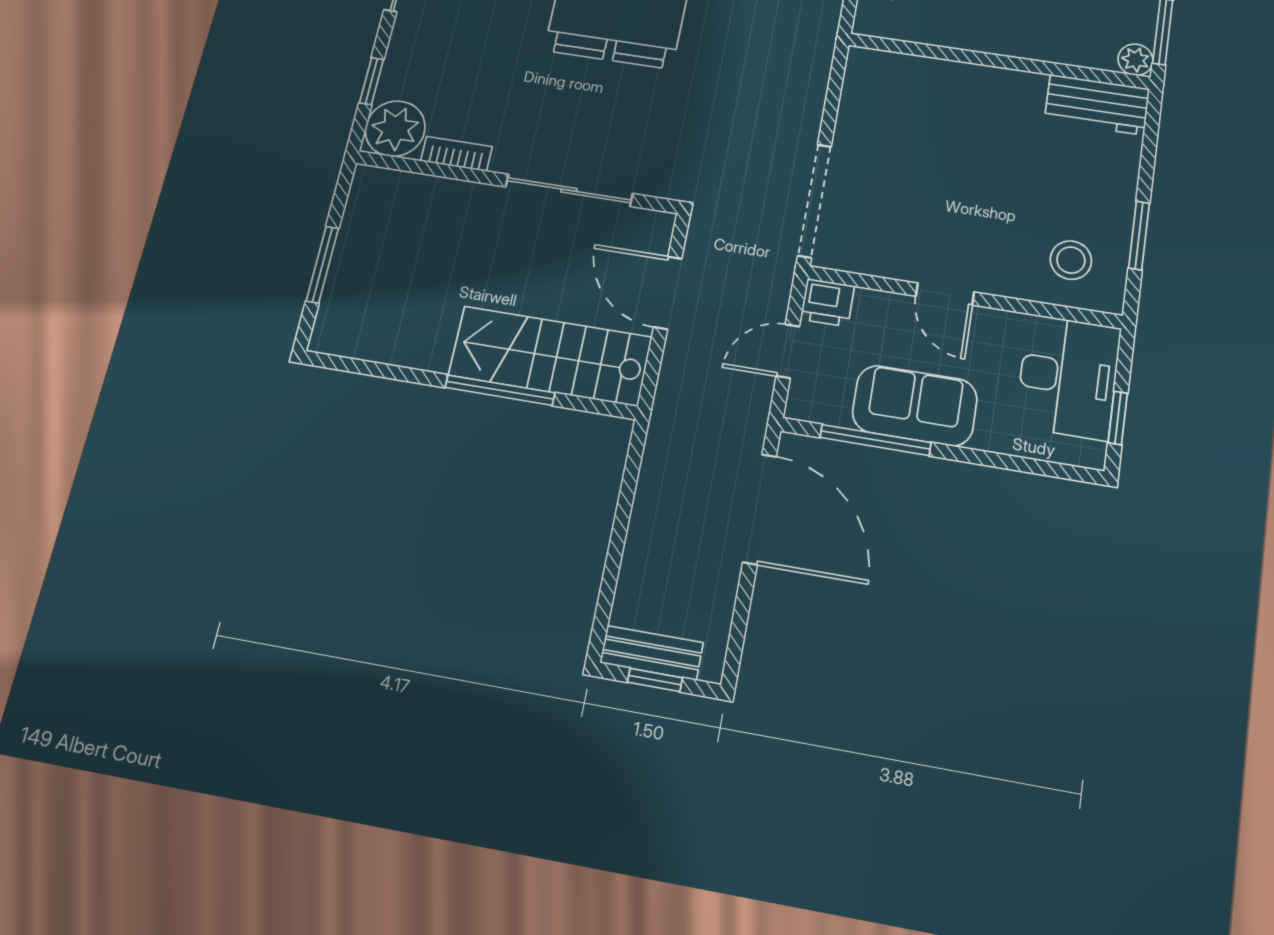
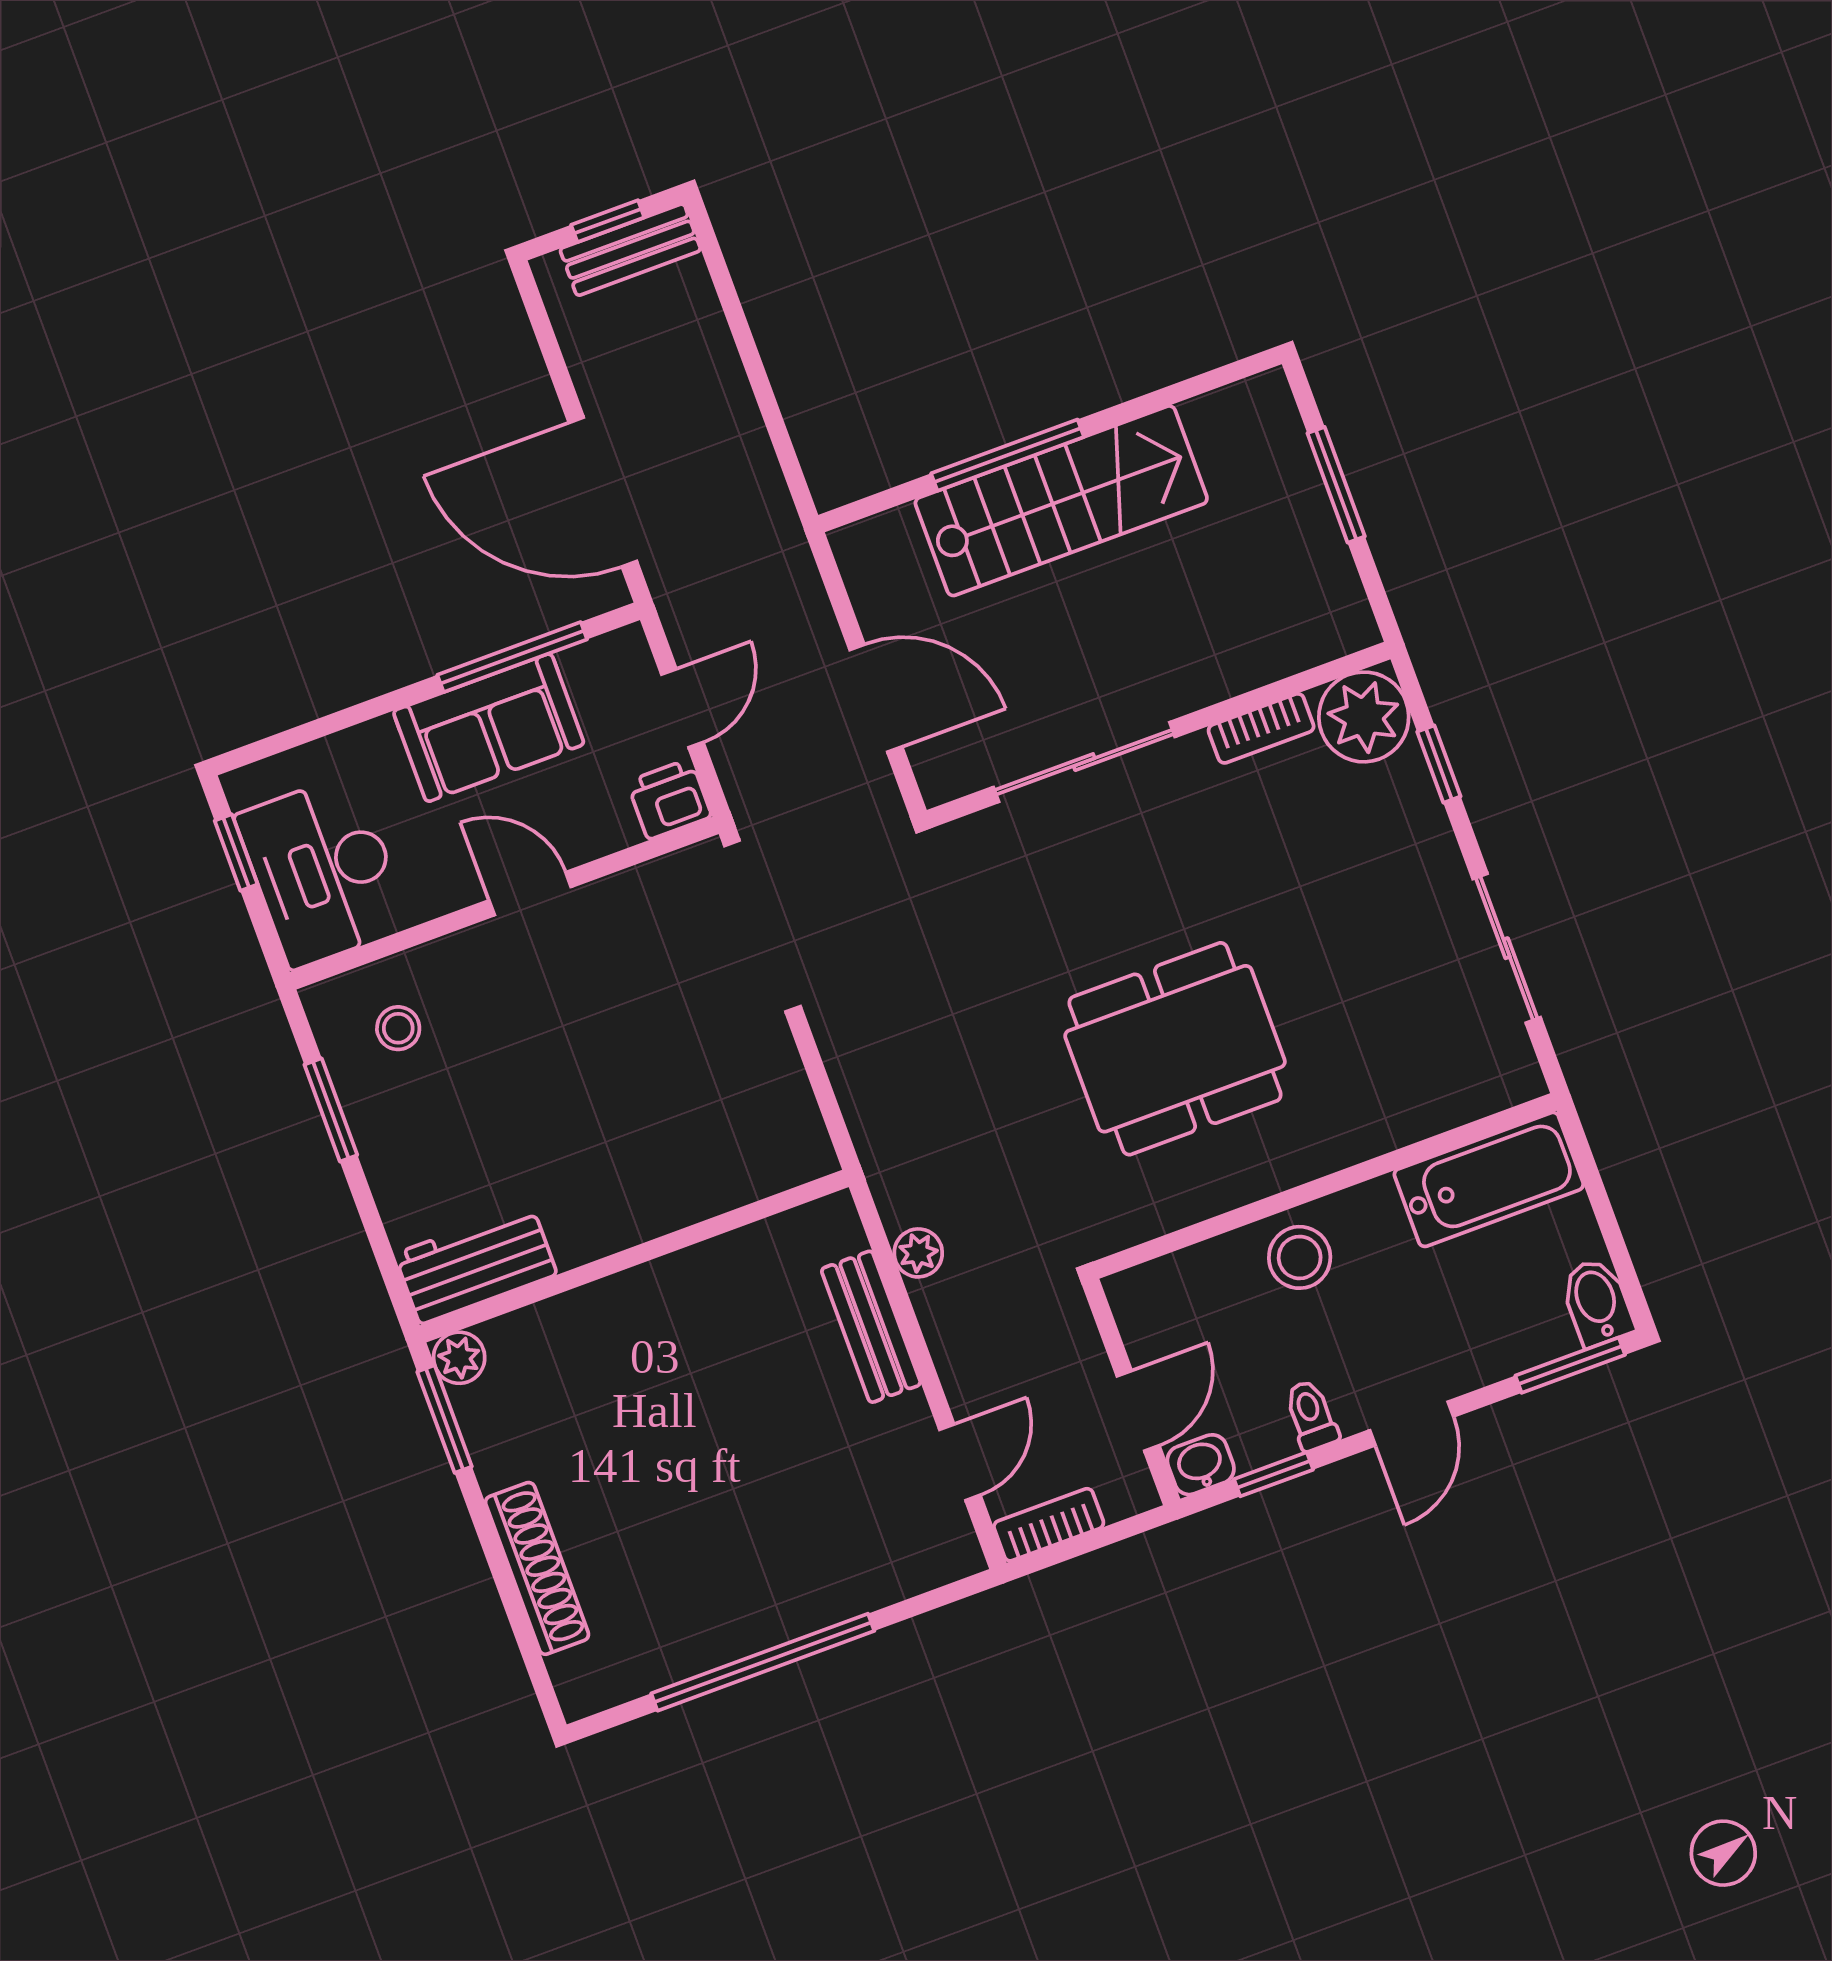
stool: (1071, 260) -> (398, 1028), width x0.73, depth x0.73
stairs: (550, 356) -> (1061, 501), moved

